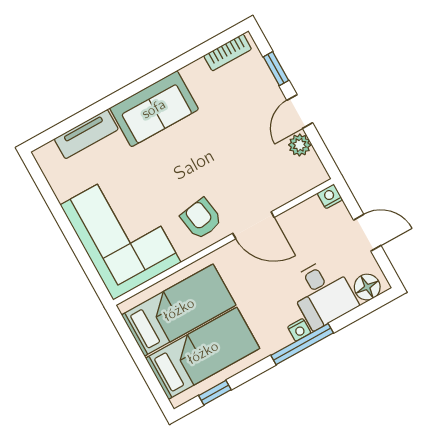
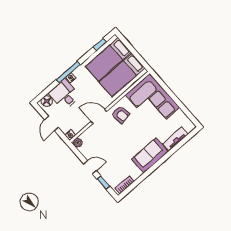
door: (300, 111) -> (90, 167), hinge flipped
plant: (300, 145) -> (78, 143), moved
door: (367, 233) -> (52, 123), hinge flipped

